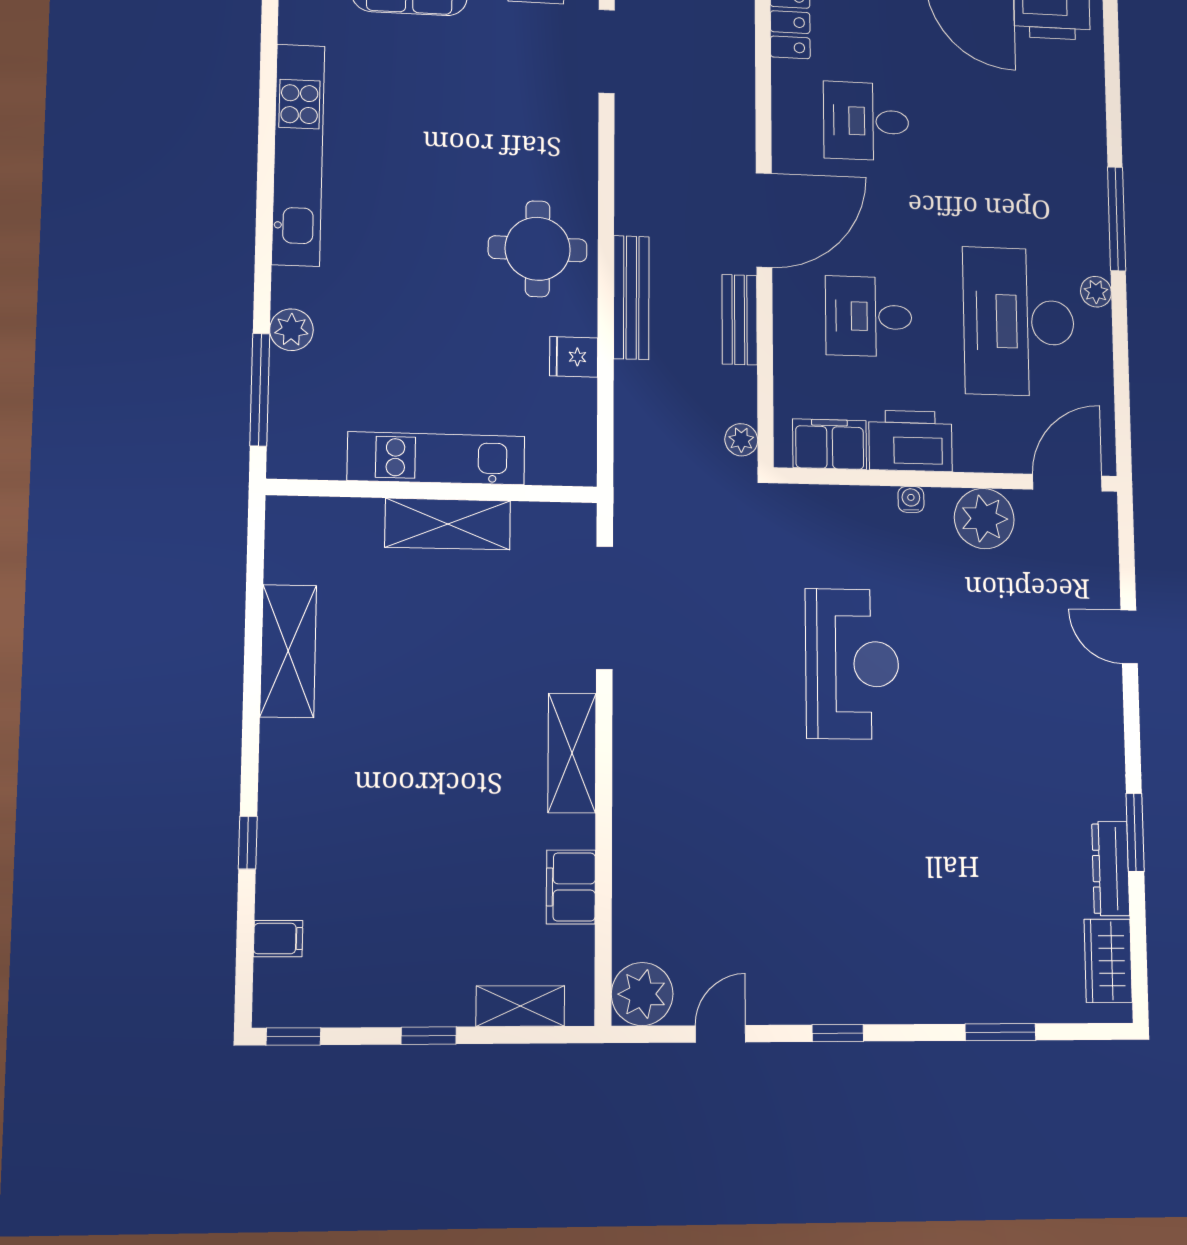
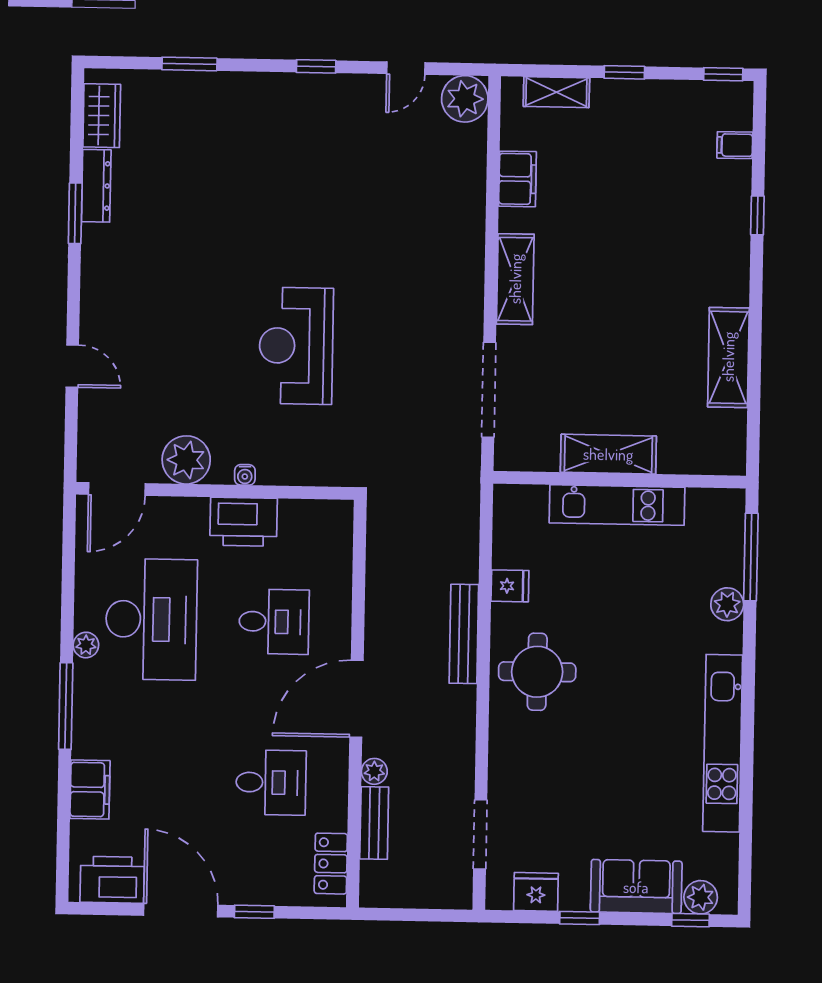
bench: (740, 320) -> (374, 823), moved
plant: (741, 440) -> (374, 771), moved
filing cabinet: (830, 444) -> (90, 790), moved, turned -90

